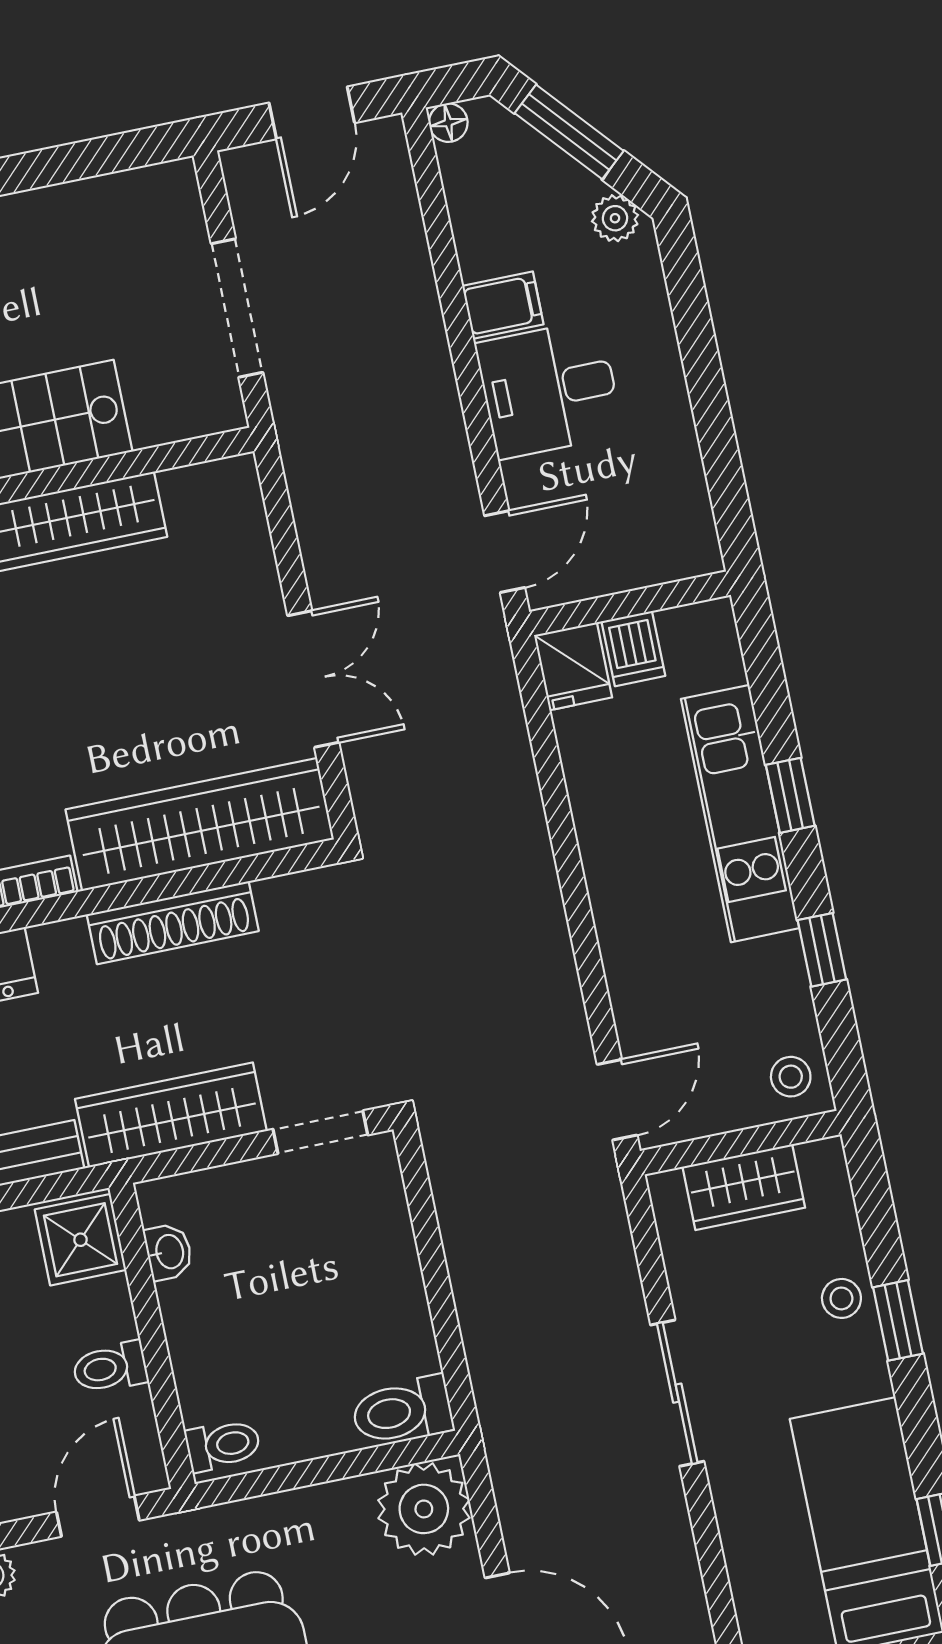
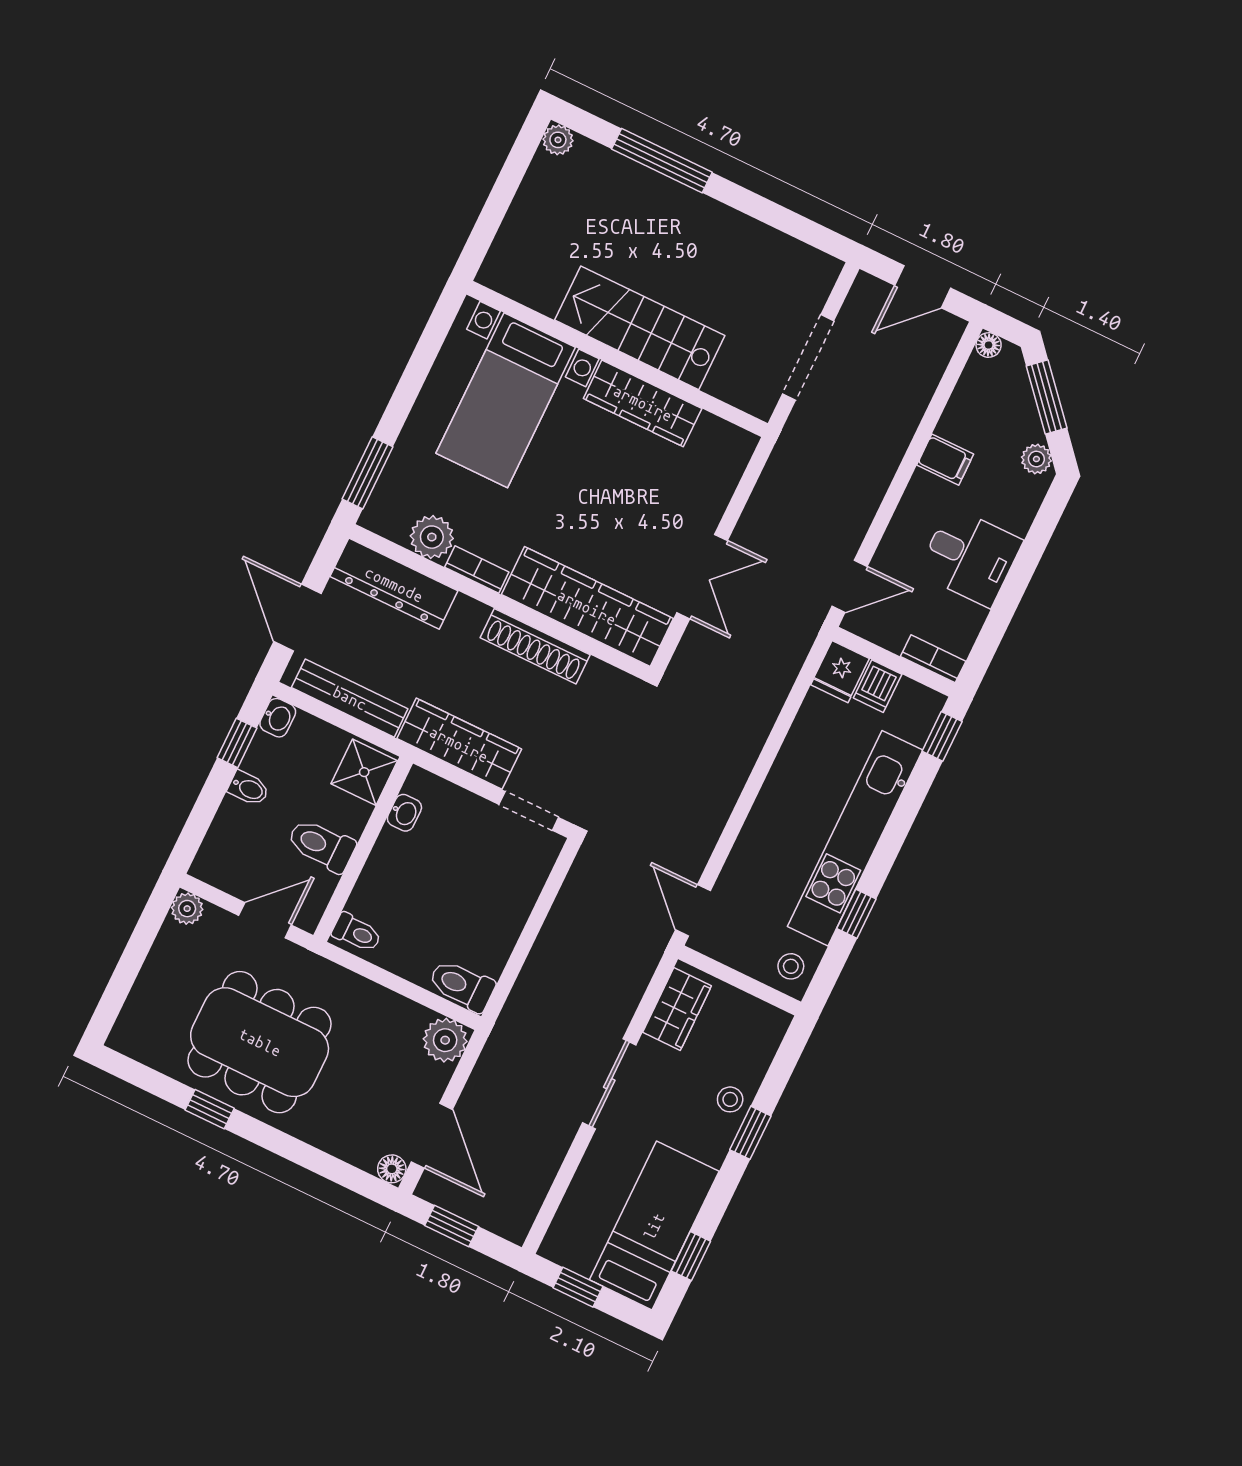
desk: (549, 389) -> (970, 557), moved, turned 180
bookcase: (676, 563) -> (933, 659), added
window: (790, 795) -> (942, 736), moved
kitchen unit: (740, 814) -> (855, 838), width x1.36
door: (617, 1100) -> (693, 910), swing flipped
wardrobe: (744, 1187) -> (677, 1009), moved, turned -90
toilet: (110, 1368) -> (321, 845), width x1.37, depth x1.39
plant: (424, 1509) -> (445, 1040), width x0.73, depth x0.73

